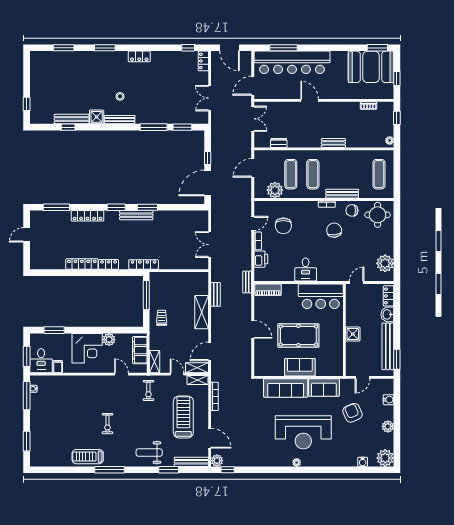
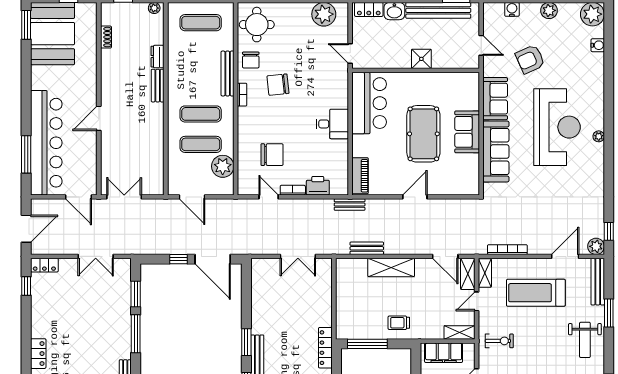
dresser: (279, 143) -> (158, 57), moved

